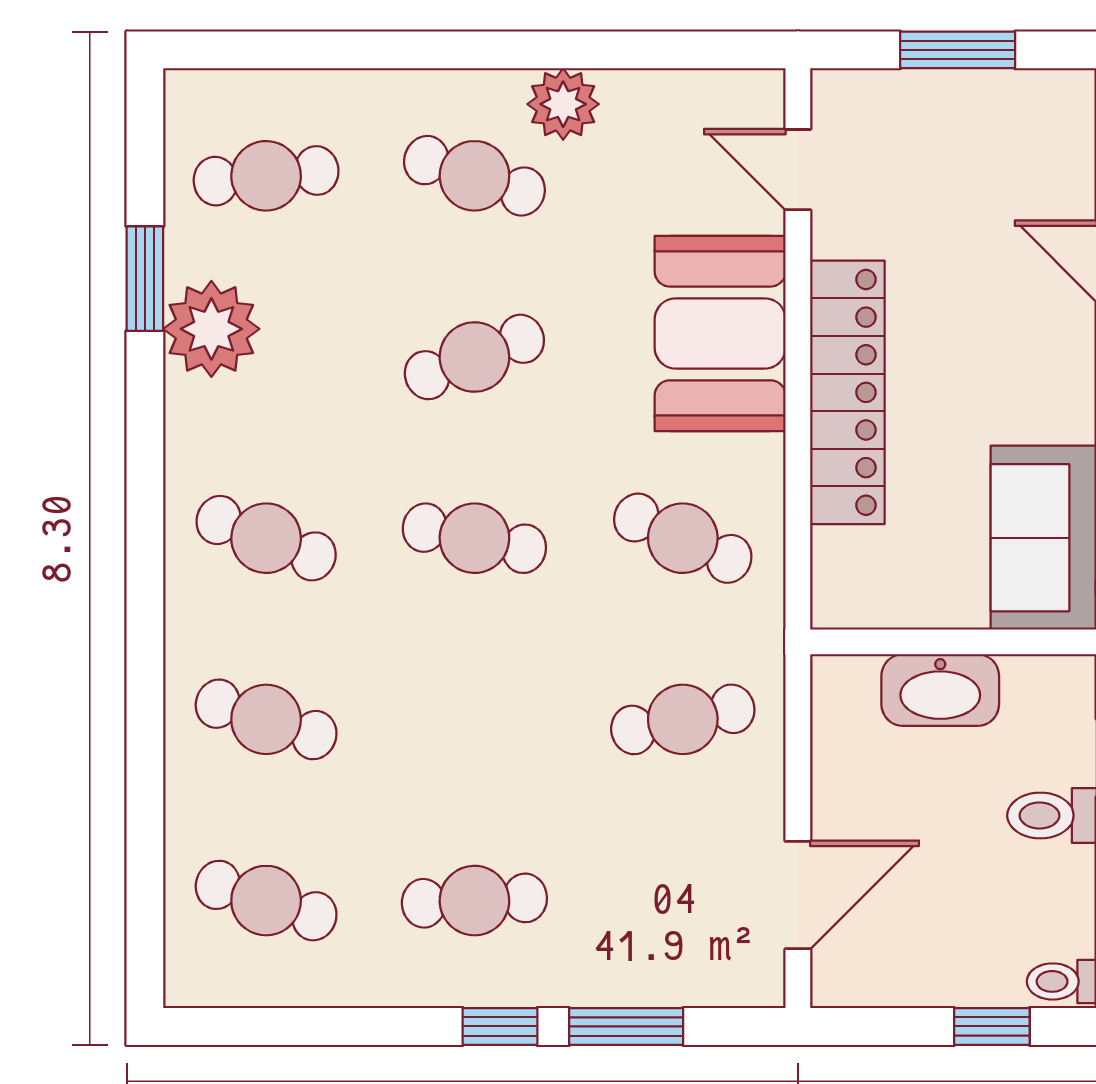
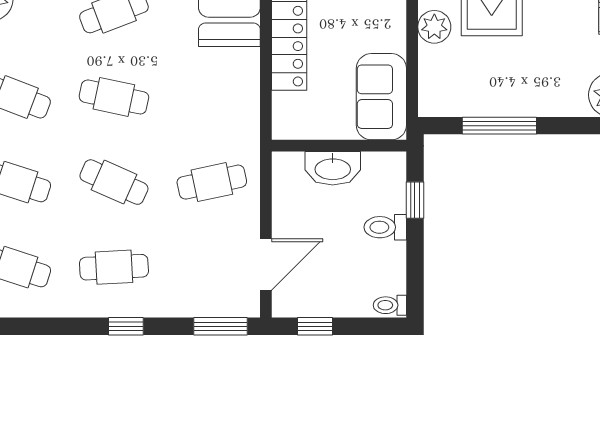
cafe table: (683, 538) -> (114, 182), moved
window: (626, 1026) -> (220, 326), moved
window: (992, 1026) -> (315, 326), moved

